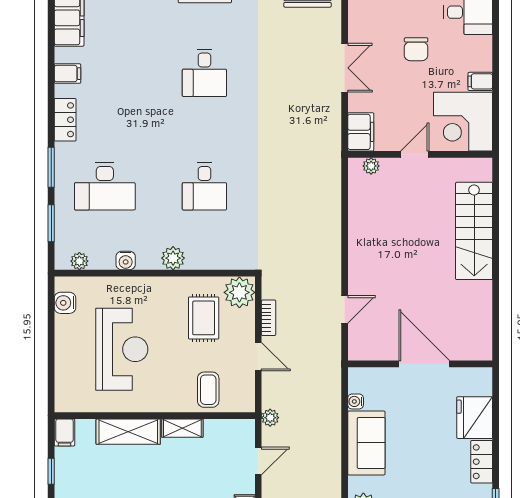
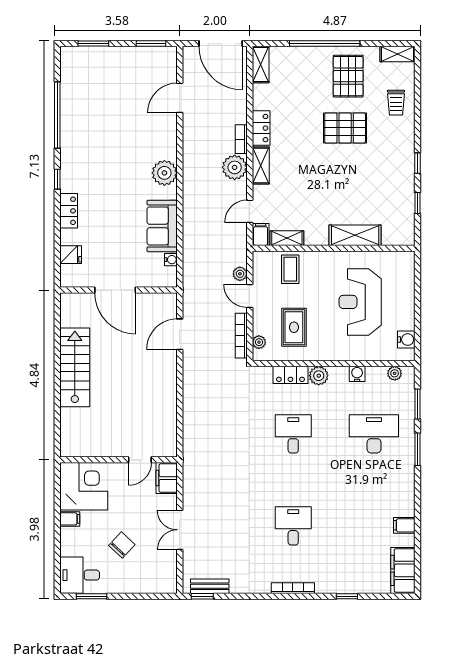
chair: (416, 49) -> (122, 545), turned 43
locker: (65, 120) -> (290, 375), moved, turned -90
door: (415, 154) -> (140, 460), moved
plant: (371, 166) -> (158, 450), removed
stairs: (474, 231) -> (75, 367), moved
plant: (239, 292) -> (259, 342), width x0.53, depth x0.53
door: (345, 309) -> (180, 334), width x1.38
bookcase: (269, 318) -> (241, 336), width x1.56
plant: (270, 418) -> (240, 274), moved
fridge: (475, 418) -> (71, 255), width x0.53, depth x0.75
shelving: (182, 428) -> (287, 238), moved
filing cabinet: (64, 432) -> (261, 234), moved

